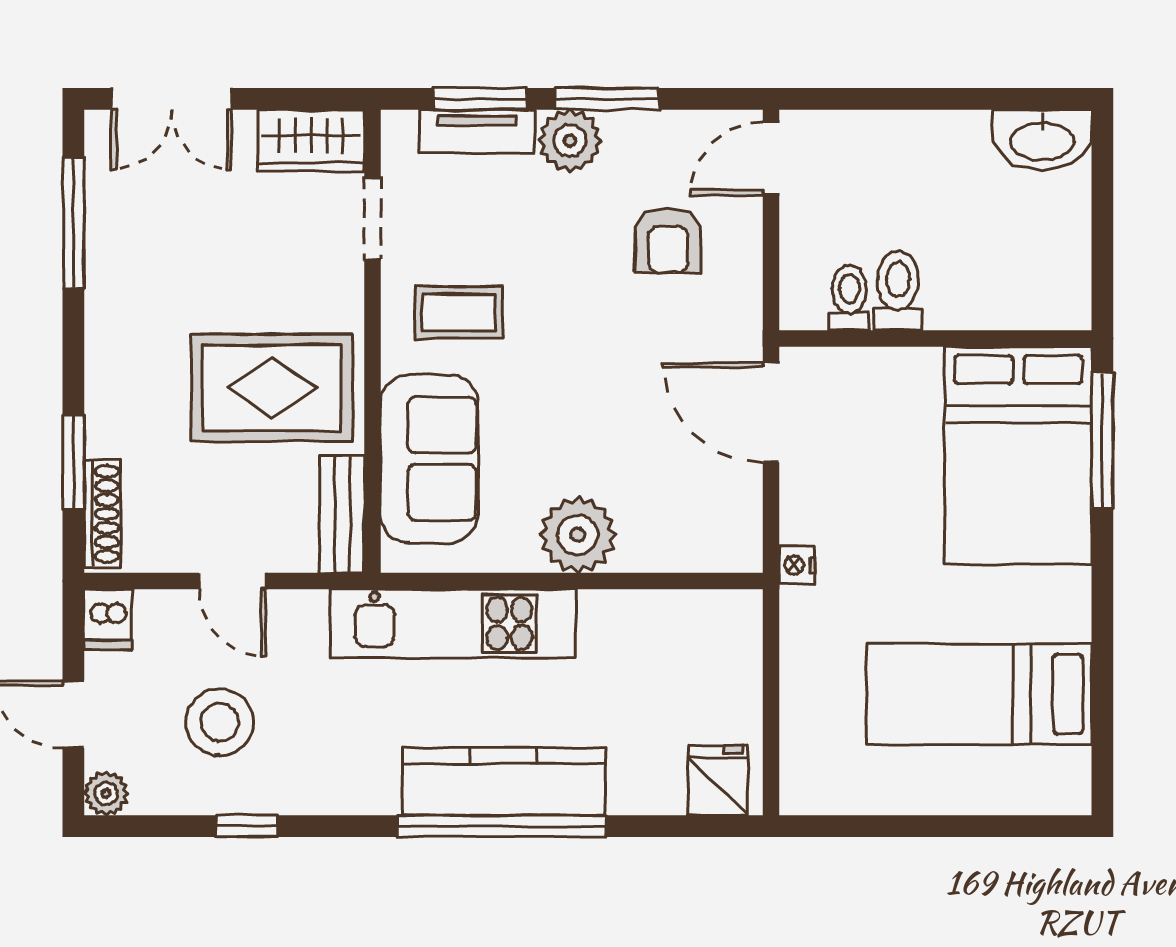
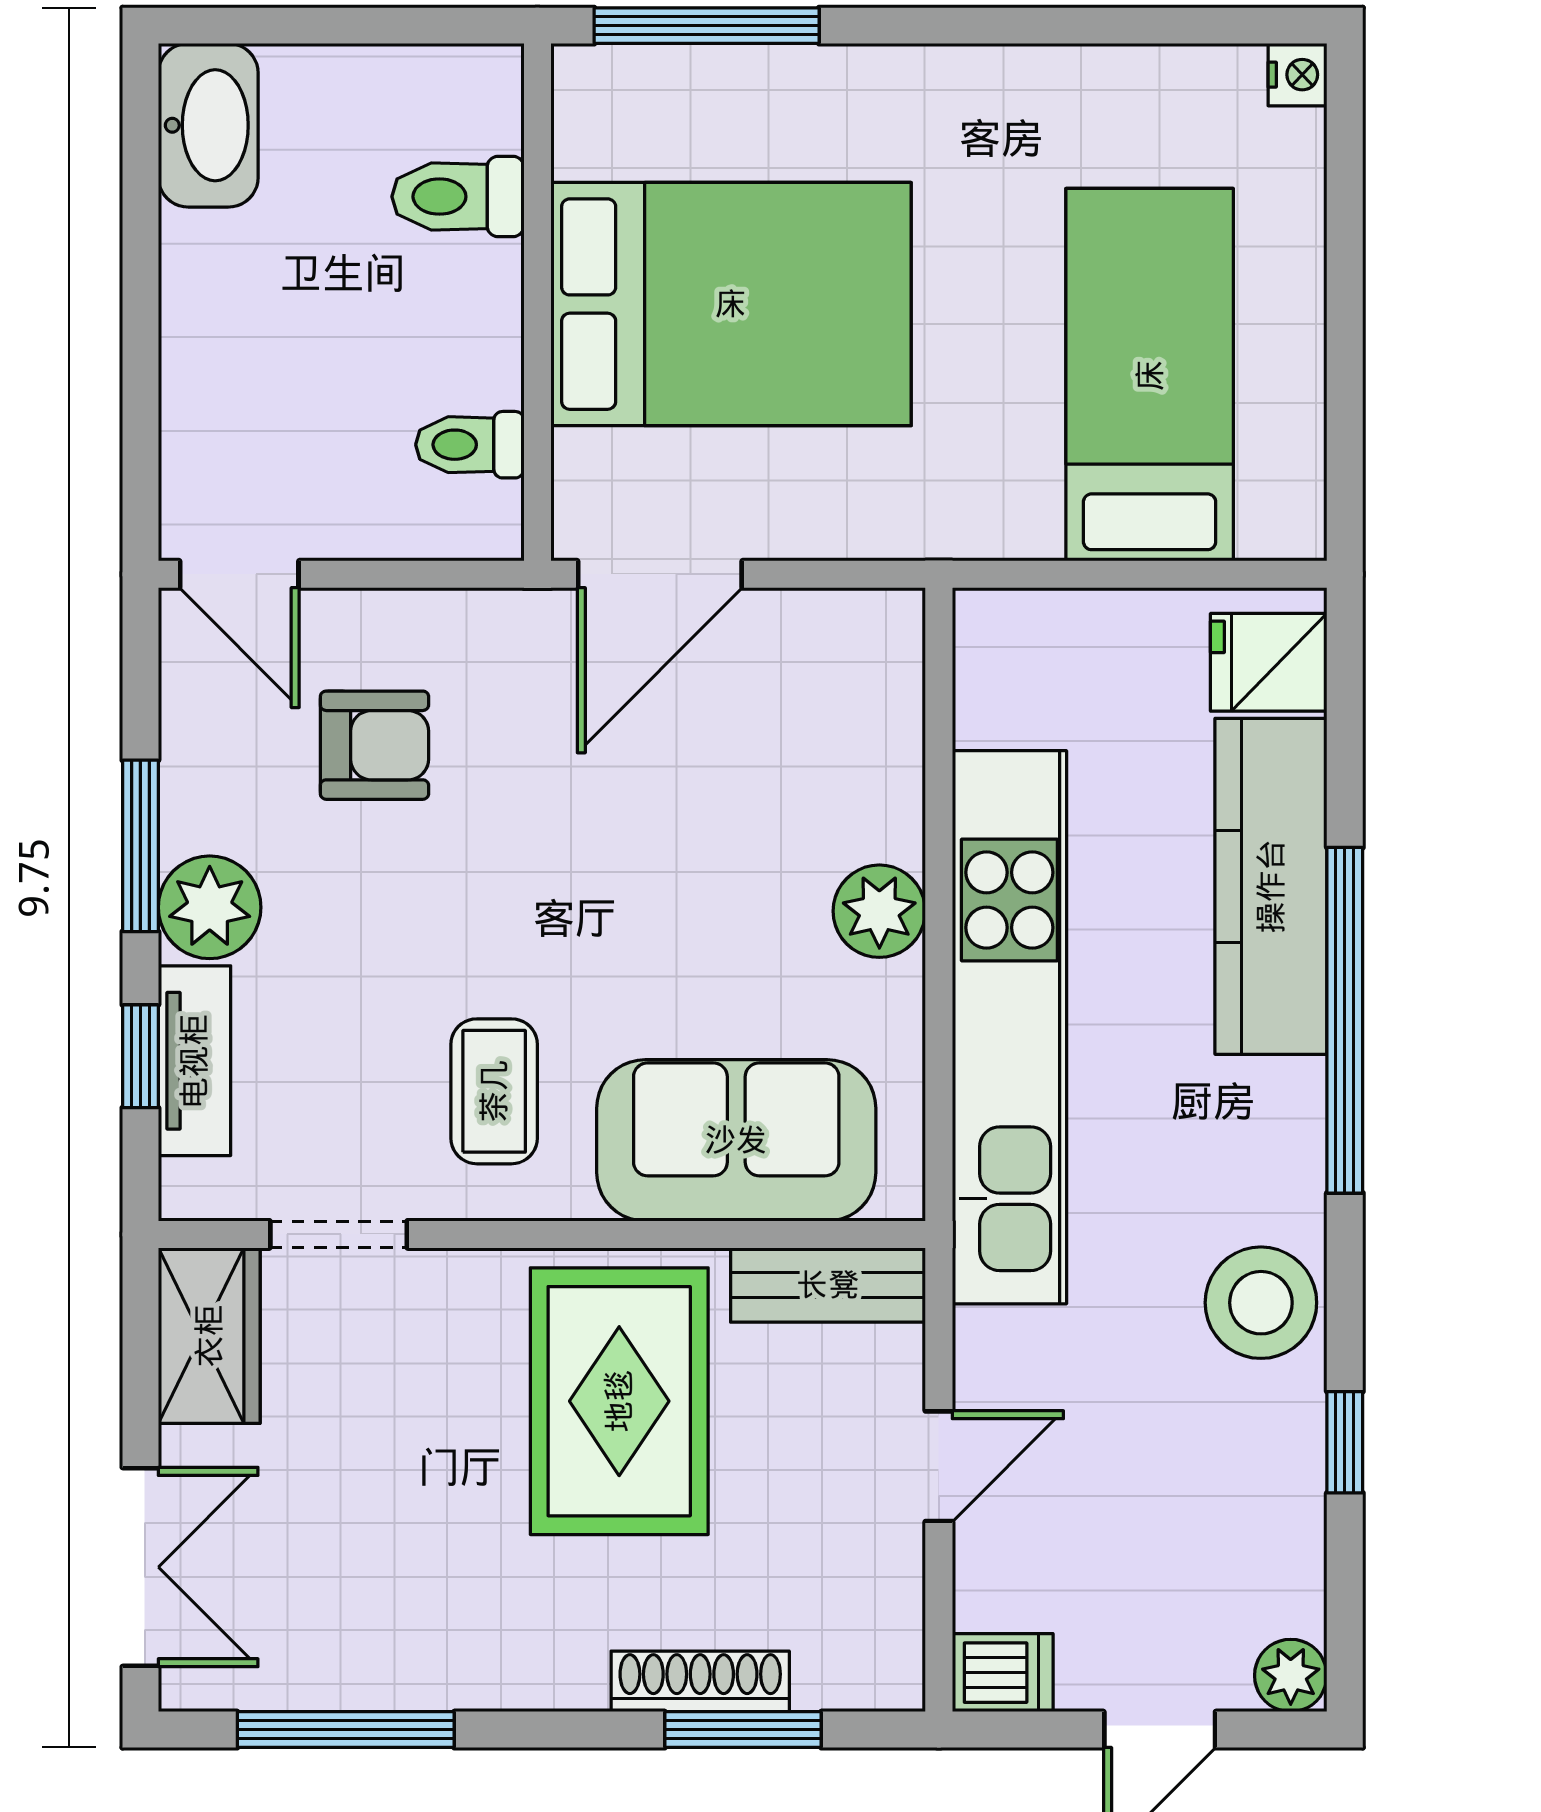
window: (480, 99) -> (140, 1056), width x0.67
toilet: (898, 291) -> (458, 197), moved
bed: (1018, 455) -> (731, 304), moved
shoe rack: (103, 514) -> (700, 1681), moved
plant: (578, 535) -> (879, 911), width x0.73, depth x0.73
nightstand: (797, 565) -> (1298, 75), moved, turned -90
kitchen unit: (453, 624) -> (1009, 1027), width x1.36
bed: (979, 694) -> (1150, 375), moved, turned 180
stool: (220, 722) -> (1261, 1303), moved
kitchen counter: (504, 782) -> (1271, 886), moved

